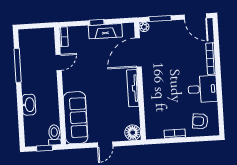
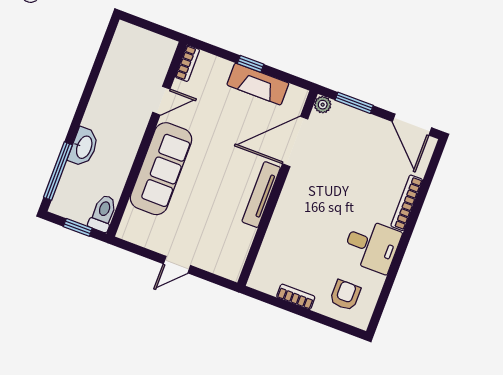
window: (18, 65) -> (58, 171), moved
sofa: (76, 118) -> (161, 169), moved
armchair: (200, 121) -> (345, 295), turned 83
floor lamp: (133, 133) -> (229, 265), removed

